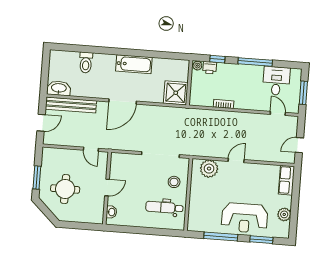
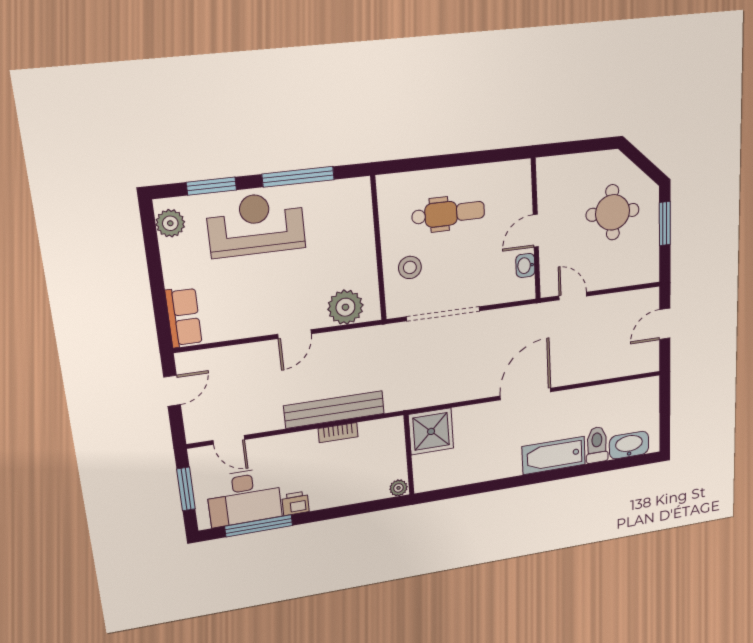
window: (217, 59) -> (363, 508), removed
window: (255, 62) -> (259, 526), moved
bathtub: (134, 64) -> (554, 456), moved
printer: (210, 68) -> (295, 503), moved
desk: (276, 81) -> (244, 497), width x1.37
washbasin: (59, 88) -> (629, 445), moved, turned 180
bench: (71, 105) -> (334, 410), moved
dental chair: (164, 207) -> (448, 213), moved
washbasin: (111, 212) -> (525, 265), moved
plant: (284, 214) -> (170, 223), moved

